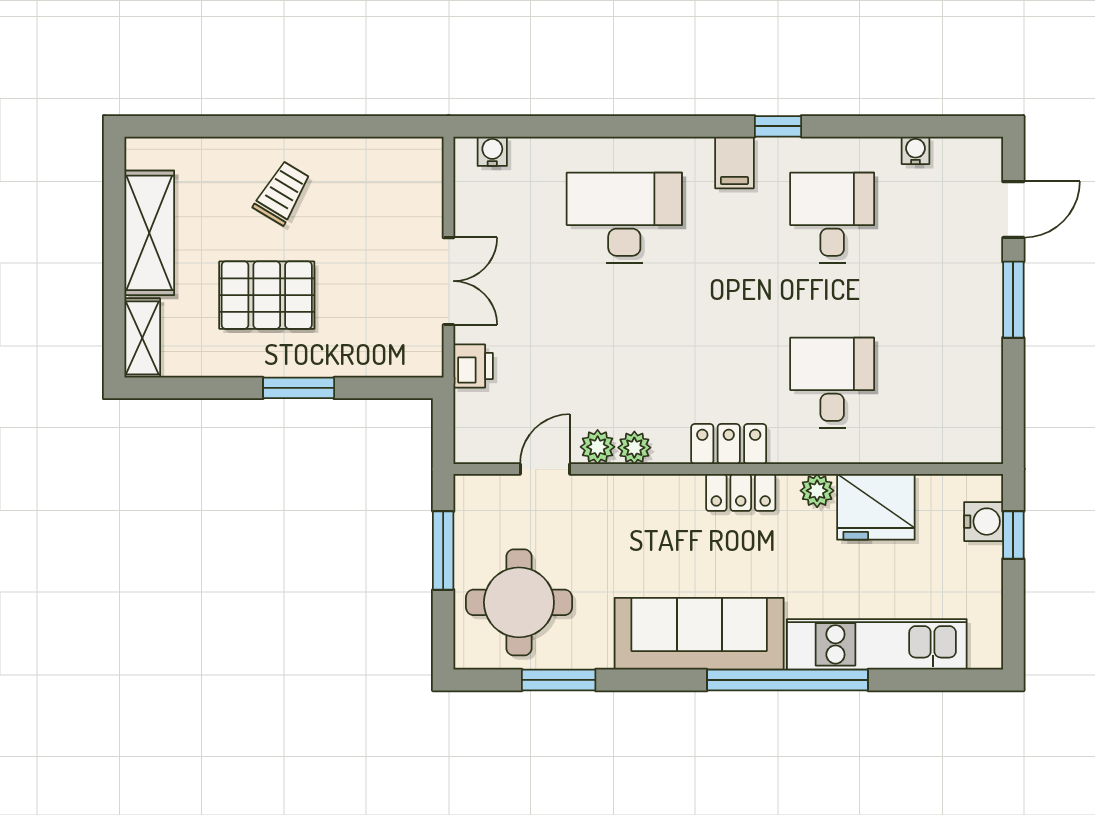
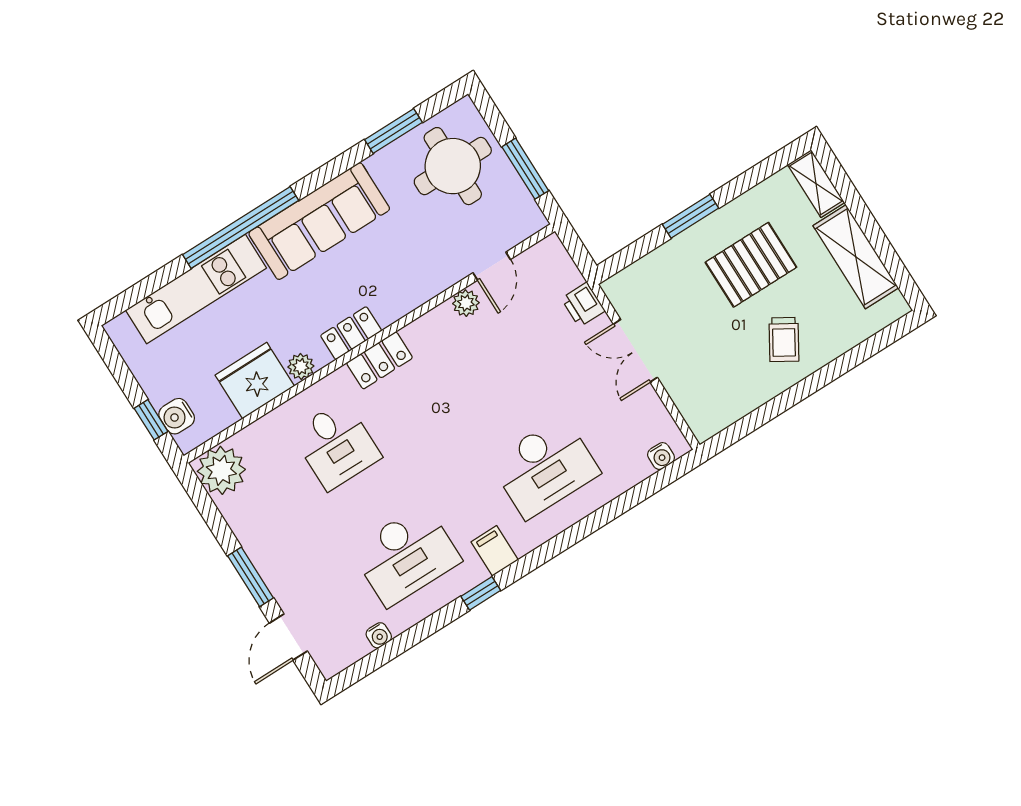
desk: (832, 218) -> (406, 555), width x1.37
plant: (634, 448) -> (221, 470), moved, width x1.88, depth x1.88

